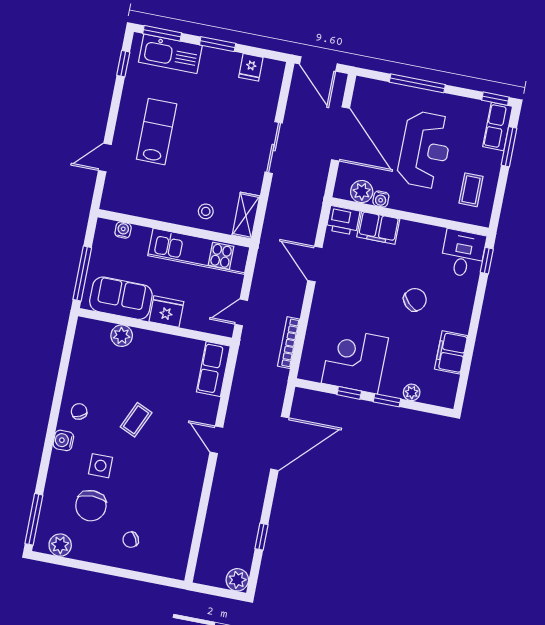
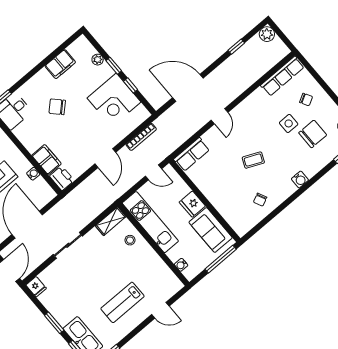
fridge: (251, 67) -> (36, 287), moved, turned 90
plant: (362, 192) -> (40, 186), removed
door: (315, 264) -> (105, 158), moved
plant: (122, 336) -> (226, 210), removed
chair: (79, 411) -> (260, 200), moved
side table: (100, 466) -> (289, 123), moved
row of seats: (180, 545) -> (282, 76), added

